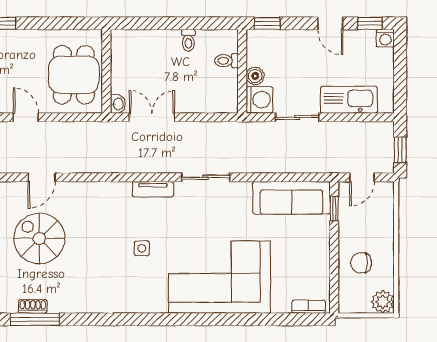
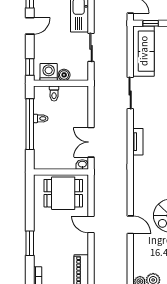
window: (180, 23) -> (30, 124), added
washing machine: (259, 100) -> (49, 72), moved
door: (26, 117) -> (91, 225), hinge flipped
door: (42, 177) -> (130, 225), moved
sliding door: (206, 177) -> (130, 93), moved

